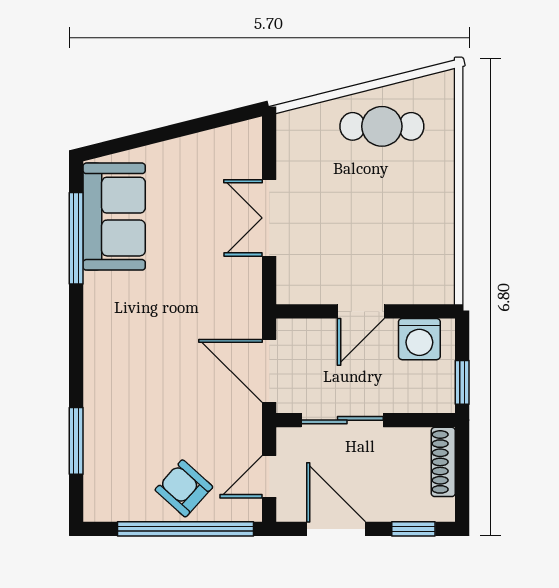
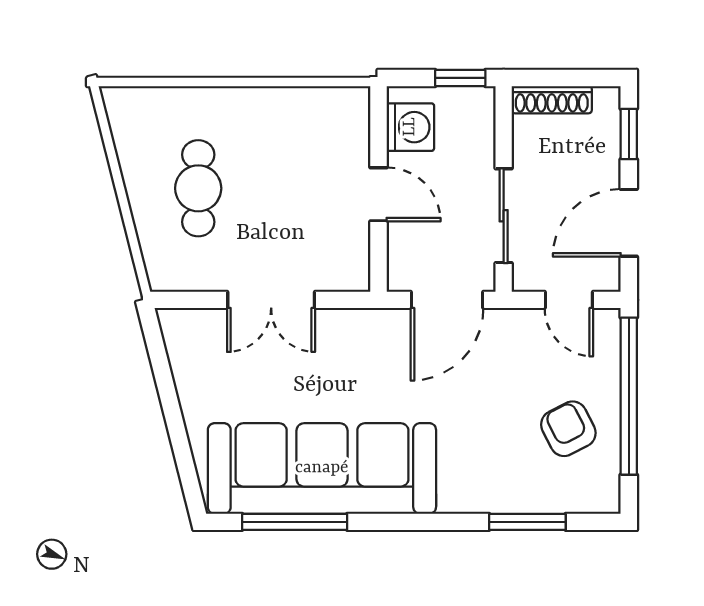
cafe table: (382, 126) -> (198, 188), moved
sofa: (114, 217) -> (322, 468), width x1.85, depth x1.27
armchair: (184, 488) -> (568, 429), moved, turned 111

